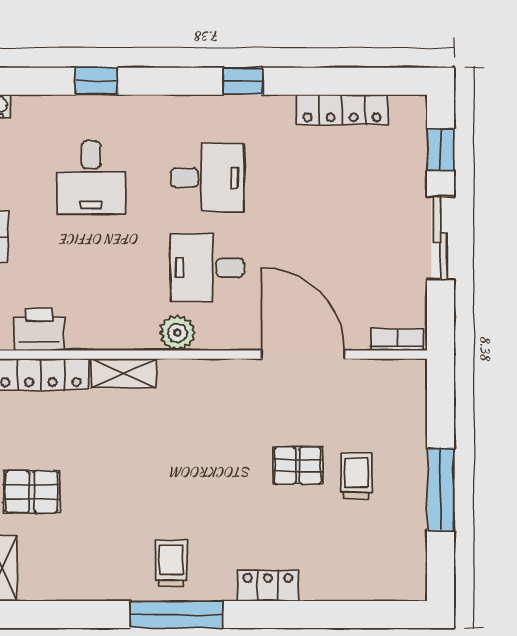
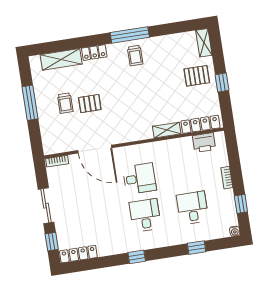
locker: (342, 110) -> (78, 254), moved
desk: (207, 178) -> (145, 215), turned 90
plant: (177, 333) -> (147, 150), removed
shelving: (350, 582) -> (61, 59), added

